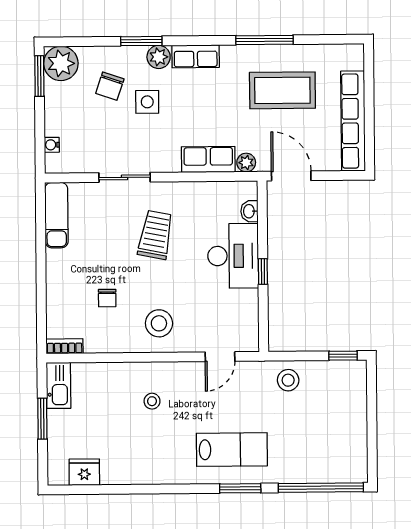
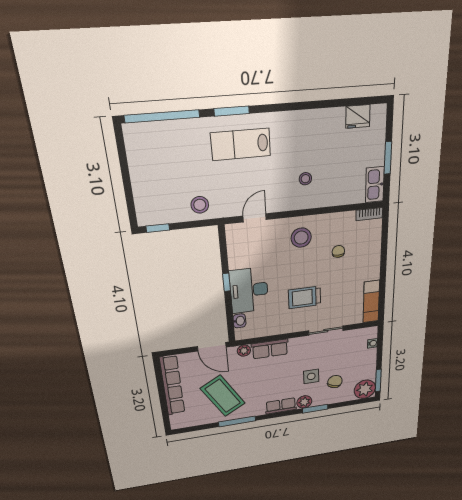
coffee table: (282, 90) -> (223, 396), turned 60
trolley: (156, 235) -> (305, 297), turned 79

